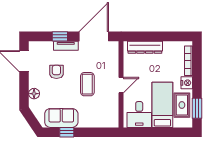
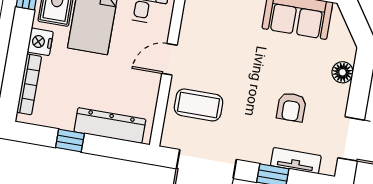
window: (164, 36) -> (70, 140), added
tv unit: (66, 46) -> (296, 161), moved
coffee table: (87, 84) -> (199, 105), moved, turned 90

